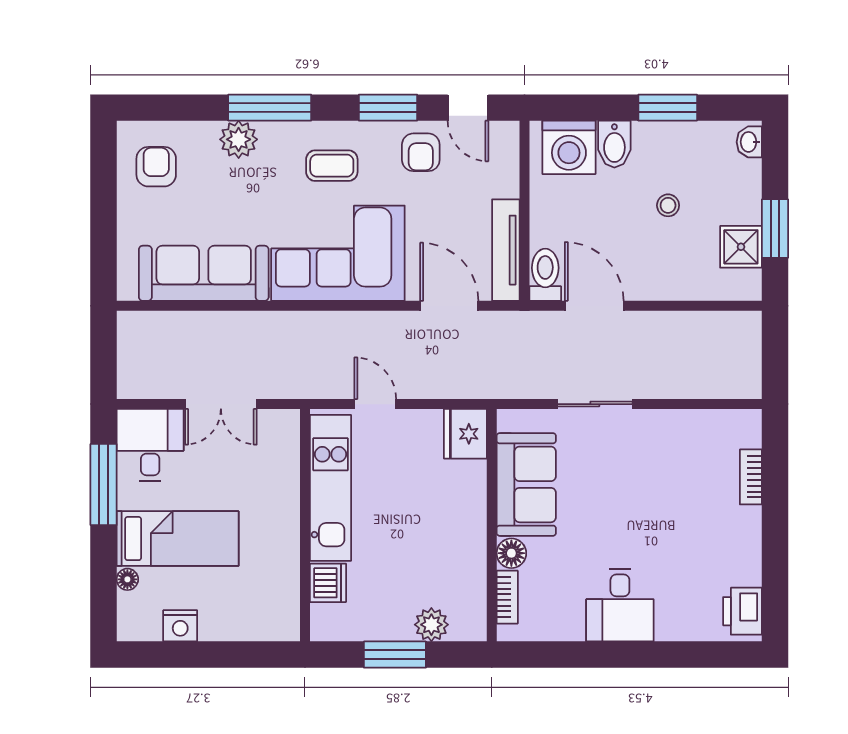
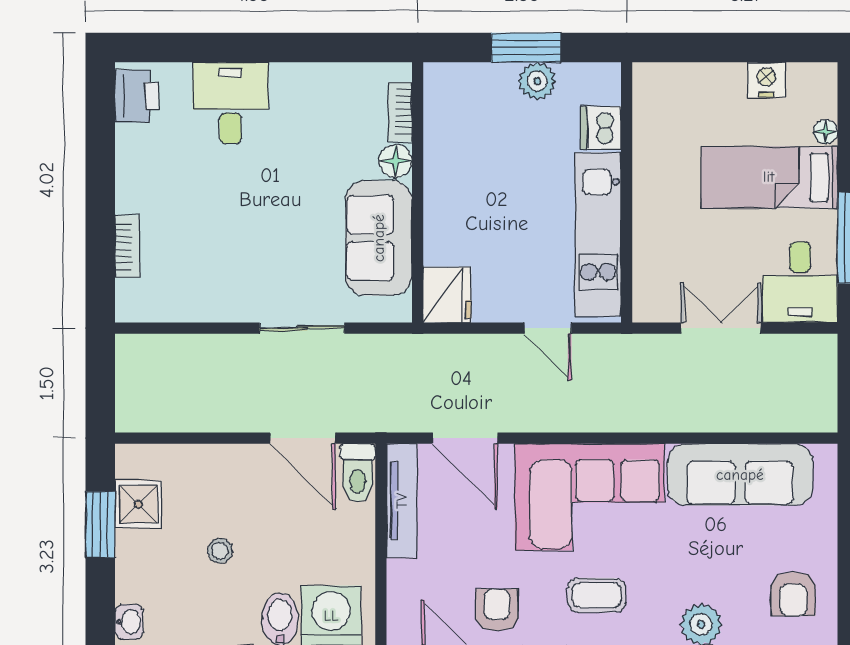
desk: (620, 605) -> (230, 103), moved
plant: (431, 625) -> (537, 81), moved

